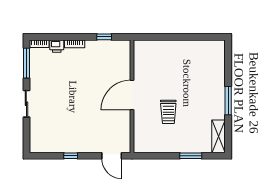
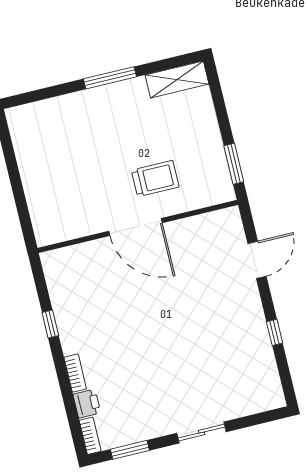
window: (26, 63) -> (130, 450), width x0.69
door: (132, 95) -> (135, 227), moved
wall: (132, 96) -> (138, 226), moved
window: (191, 156) -> (234, 164), moved

